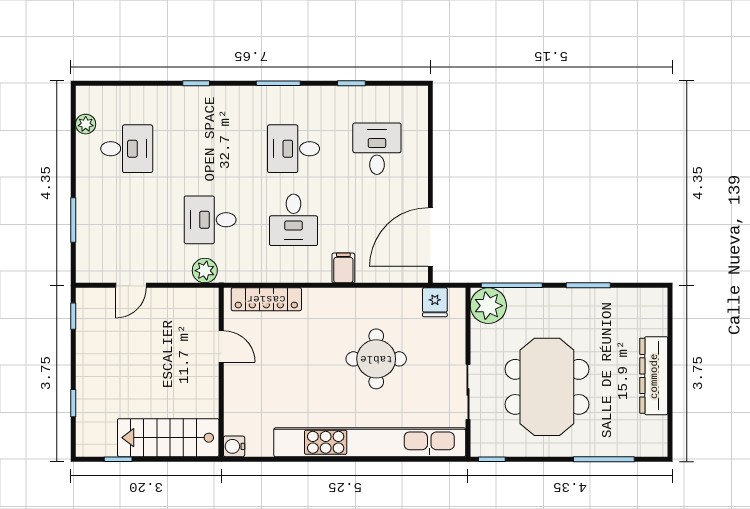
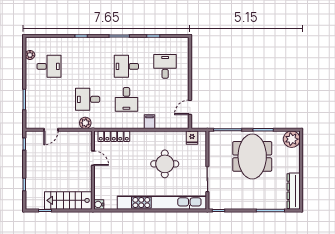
door: (430, 237) -> (190, 107), width x0.53
plant: (488, 306) -> (292, 139), moved
dresser: (654, 376) -> (294, 191), moved
meeting table: (547, 387) -> (252, 156), moved

